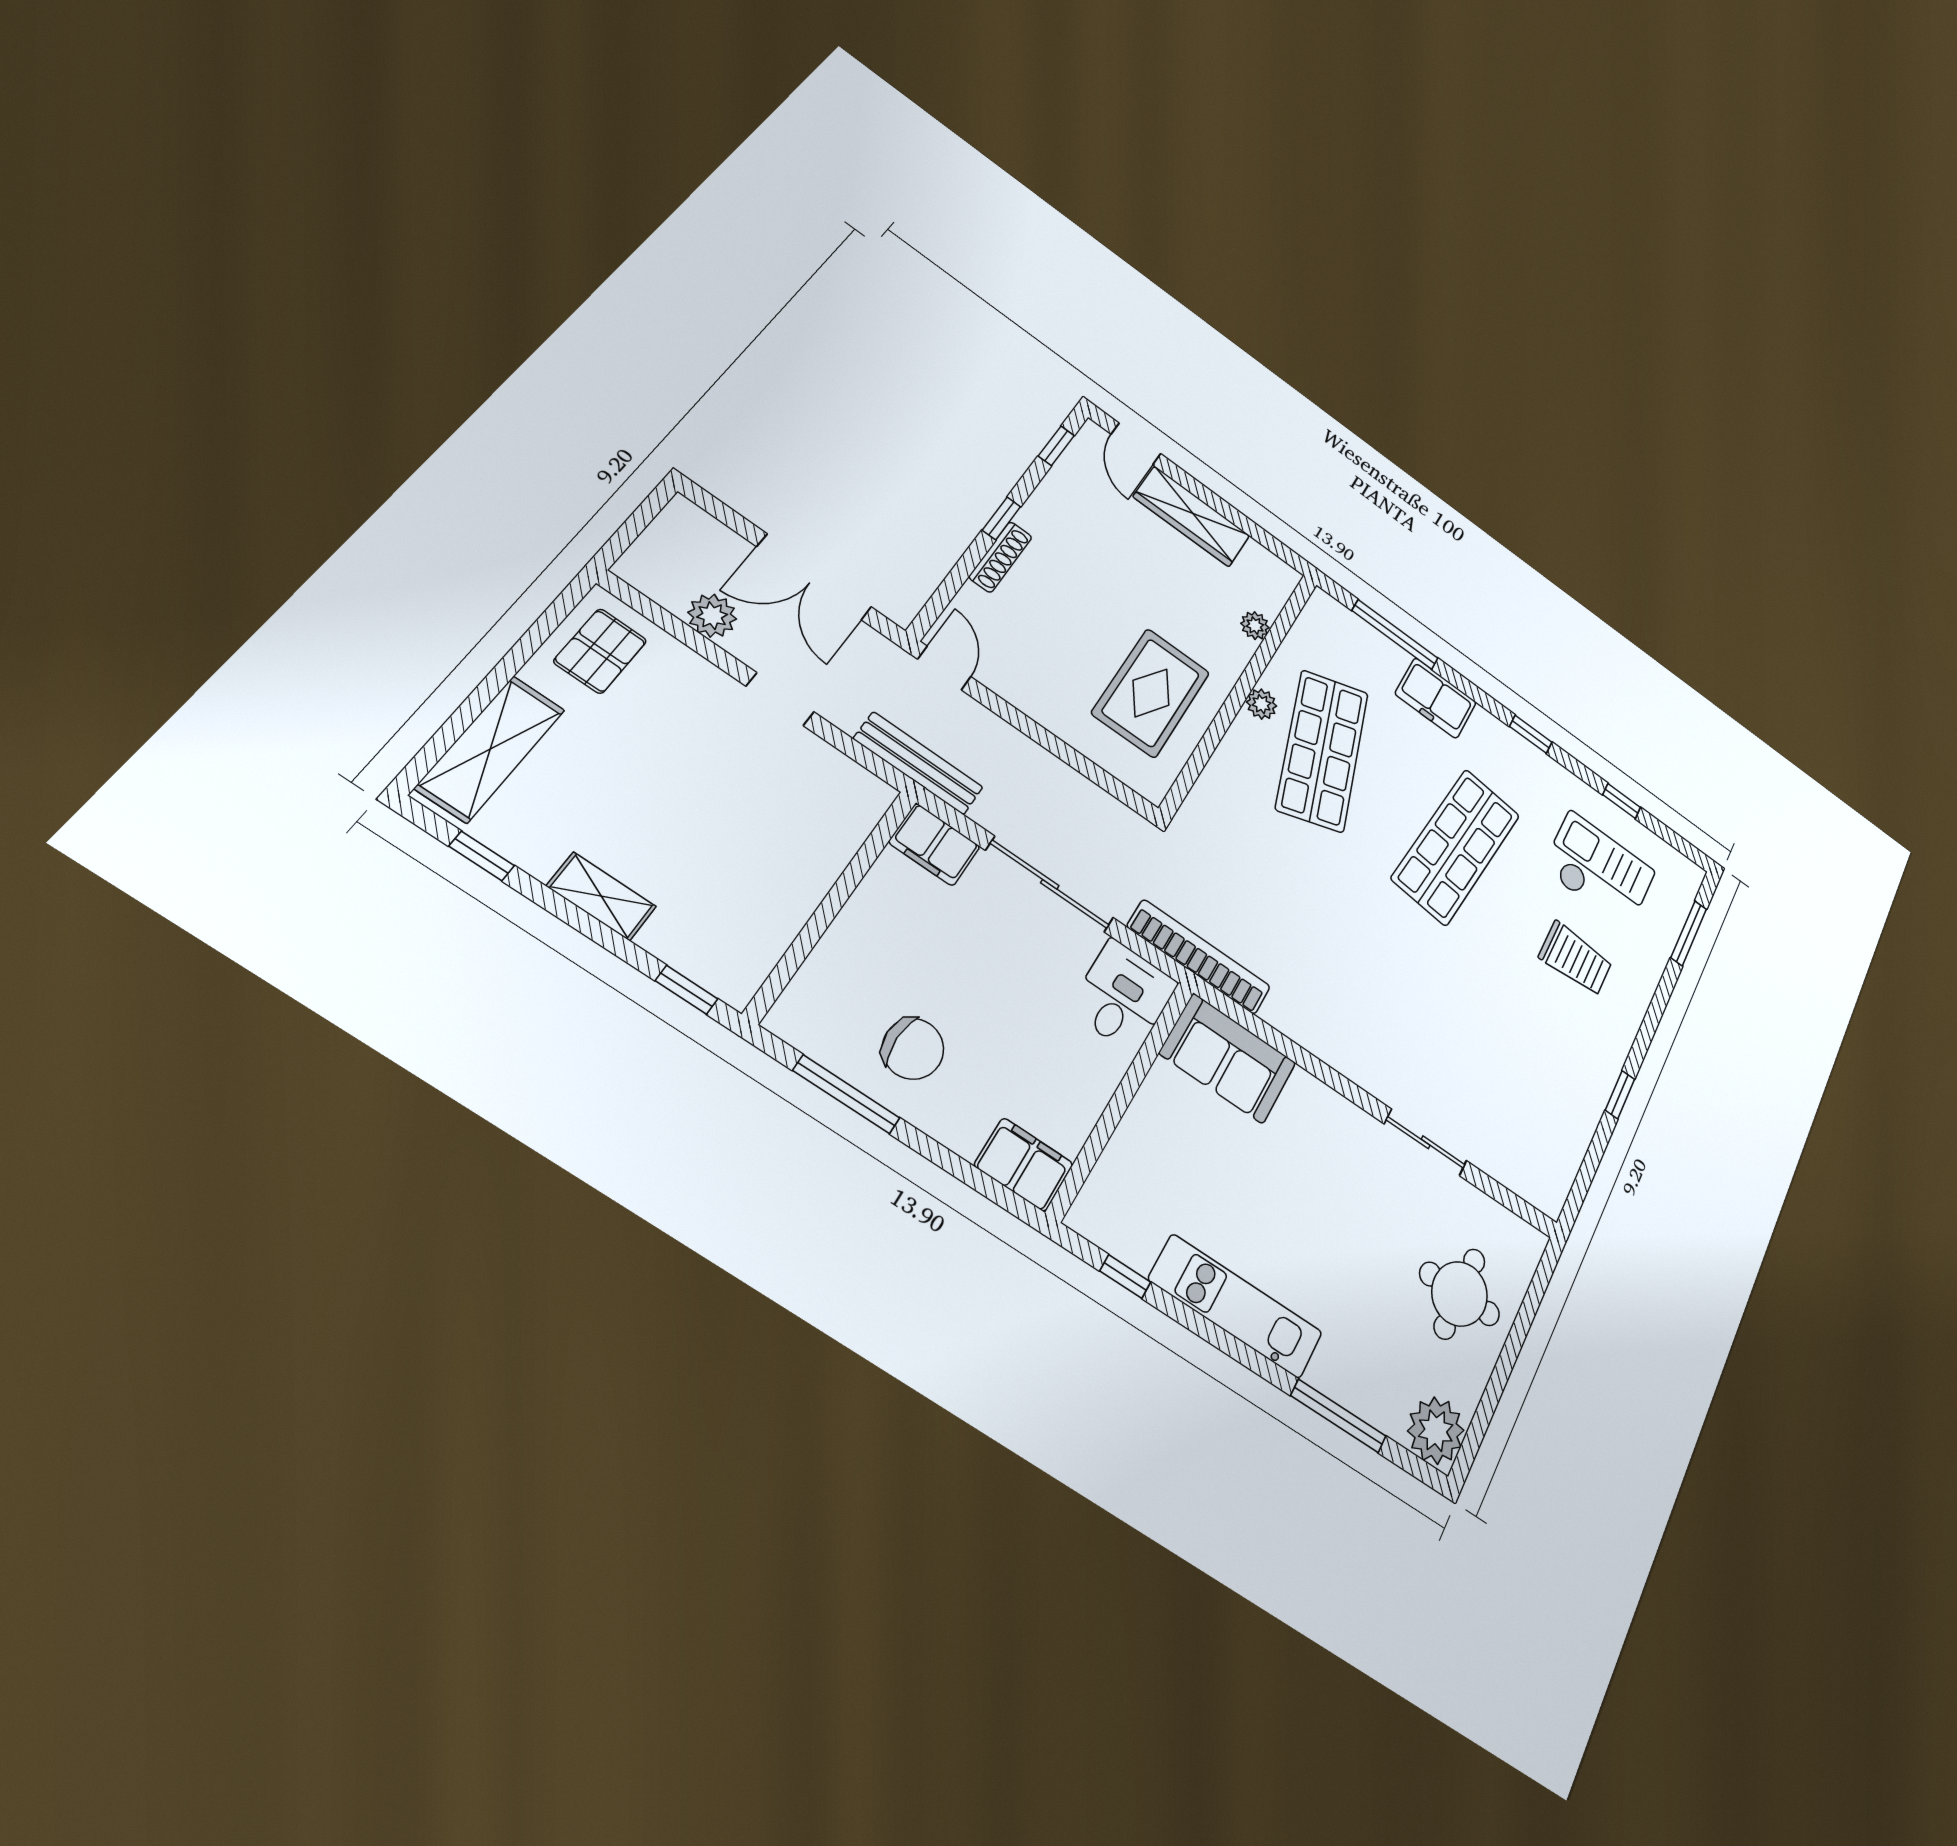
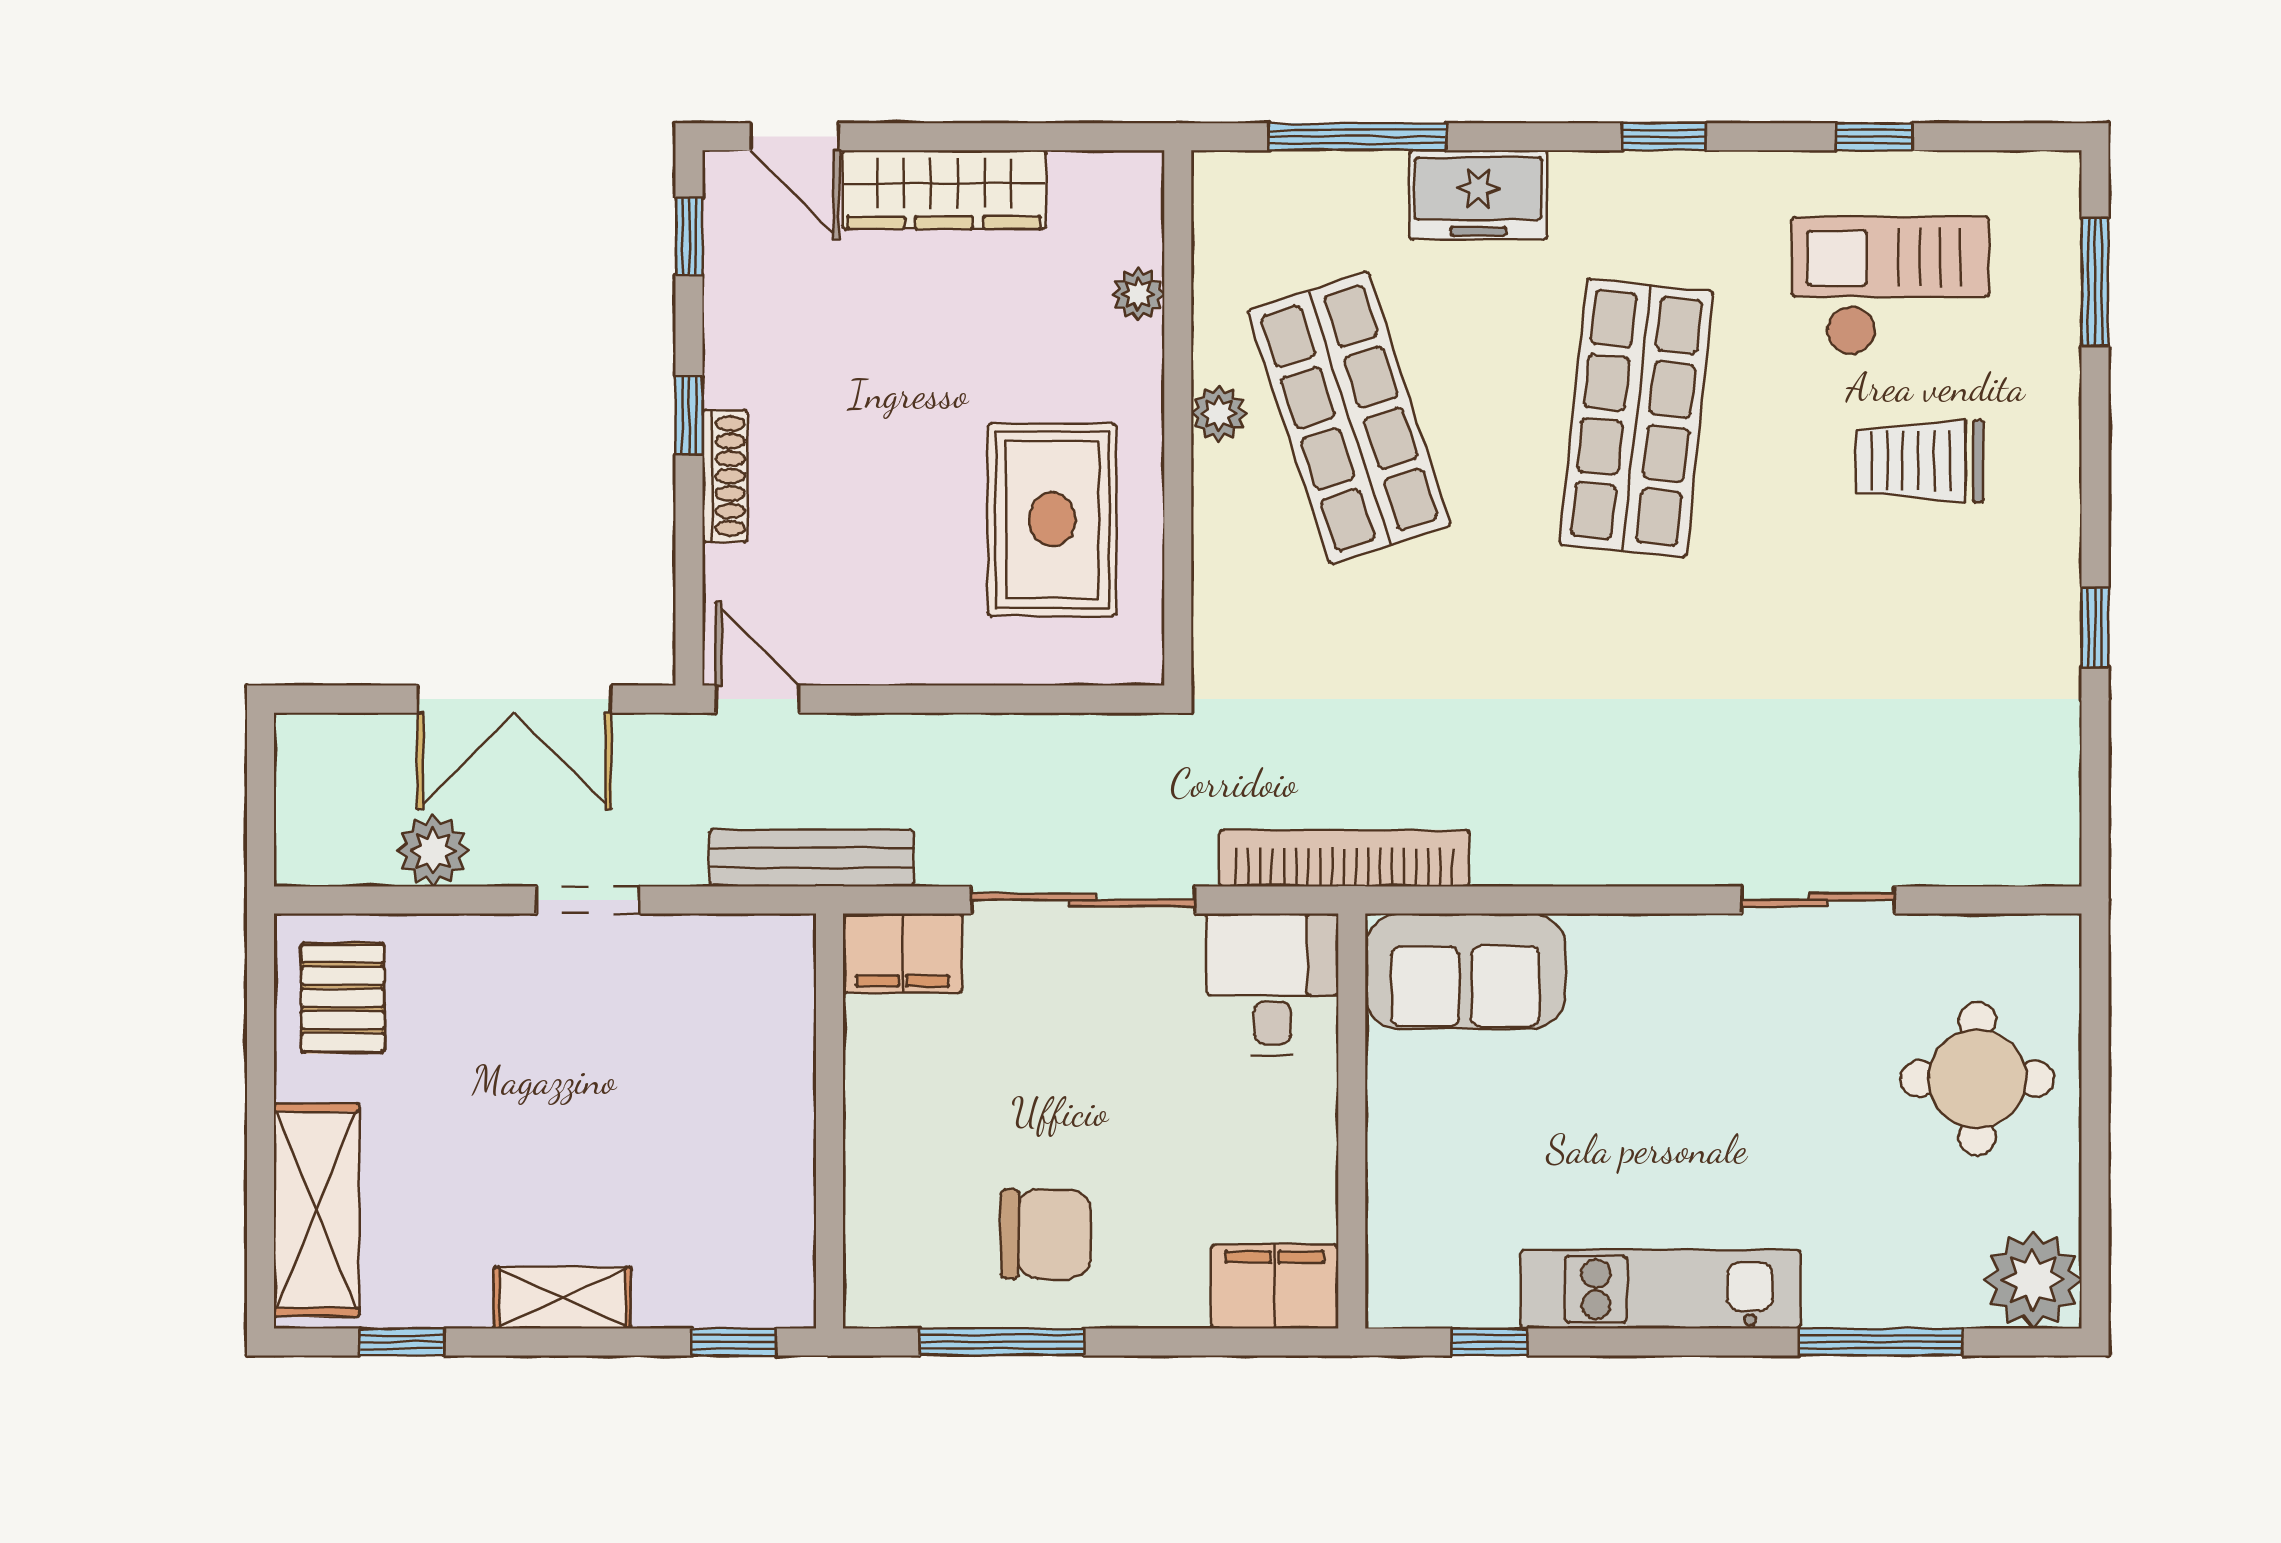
trolley: (1575, 959) -> (1920, 461), turned 180

